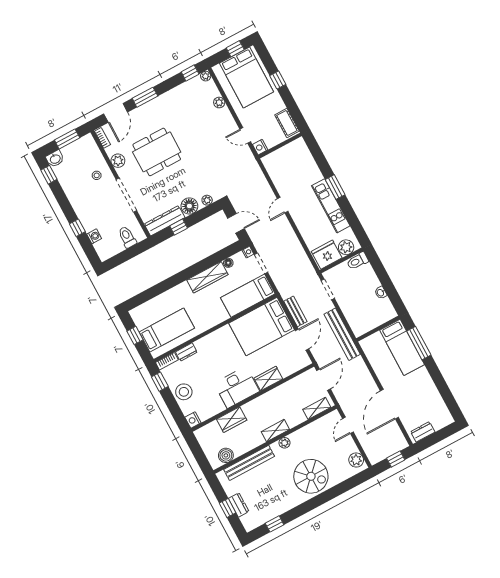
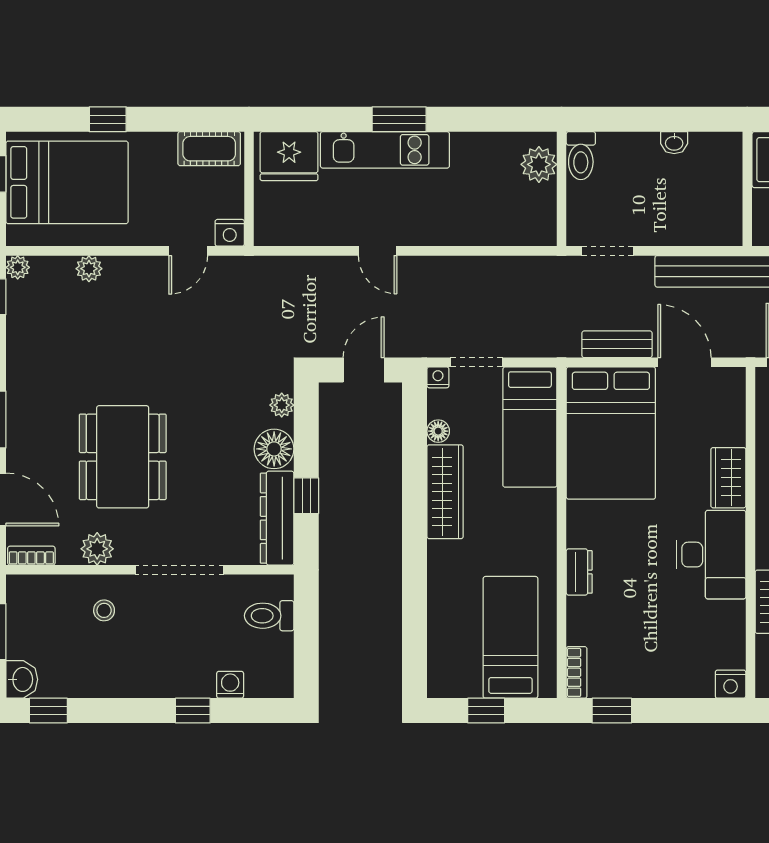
kitchen unit: (331, 206) -> (385, 150), moved
fridge: (327, 255) -> (289, 156), moved, turned -90
dresser: (186, 352) -> (579, 572), moved
stool: (184, 392) -> (661, 671), removed

